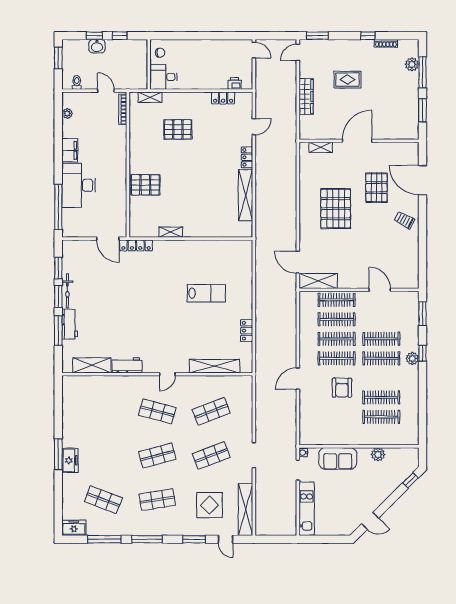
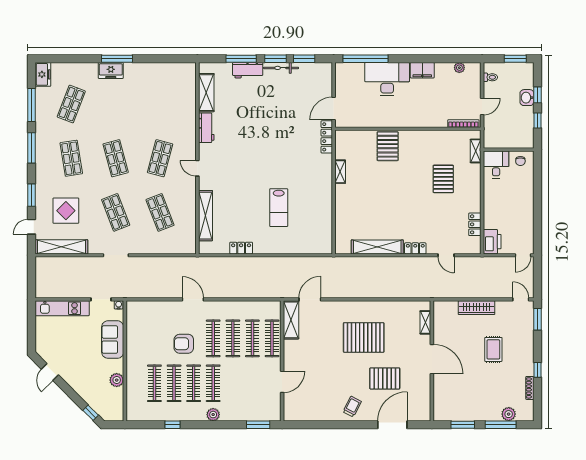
printer: (235, 84) -> (492, 242), width x1.87, depth x1.48
clothes rail: (381, 339) -> (194, 383), moved
window: (422, 353) -> (173, 425), moved

